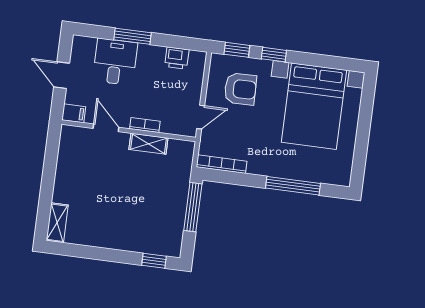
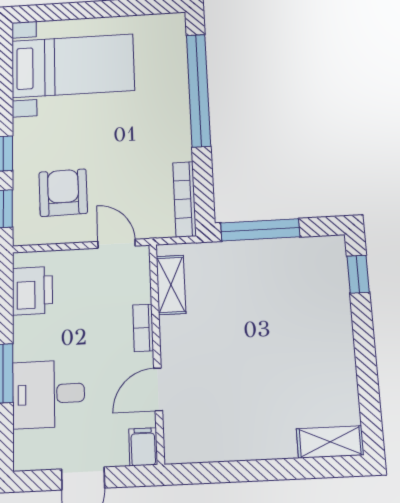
printer: (177, 58) -> (32, 291), width x1.36, depth x1.24
bed with nightstands: (314, 106) -> (73, 66), width x0.73
shelving: (148, 144) -> (171, 285), moved
window: (293, 186) -> (198, 90), width x1.46

